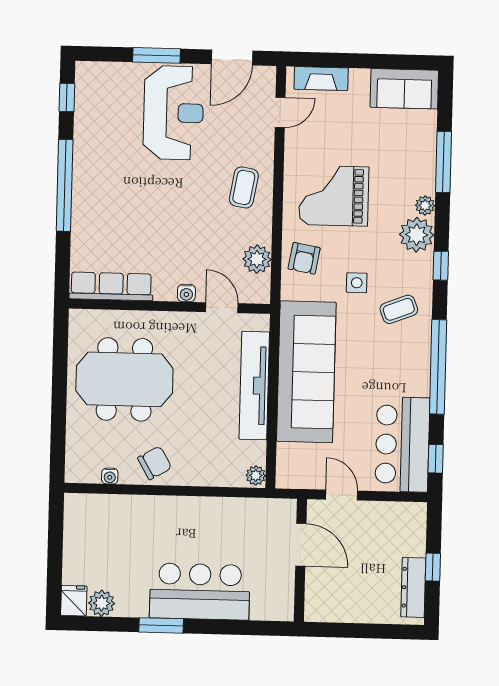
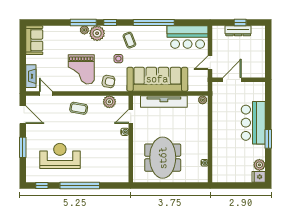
reception desk: (173, 113) -> (60, 156), moved
window: (443, 162) -> (83, 23), moved
row of seats: (111, 286) -> (123, 164), removed
window: (436, 459) -> (193, 23), removed
chair: (155, 463) -> (198, 144), removed
dresser: (413, 587) -> (238, 31), moved

